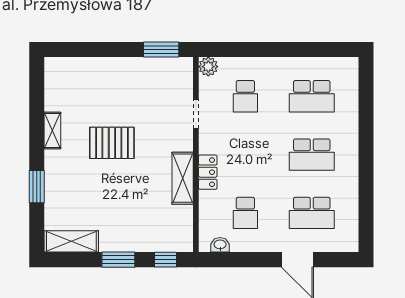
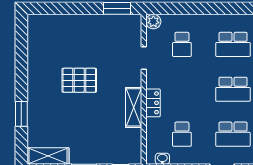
shelving: (52, 131) -> (33, 71), removed

